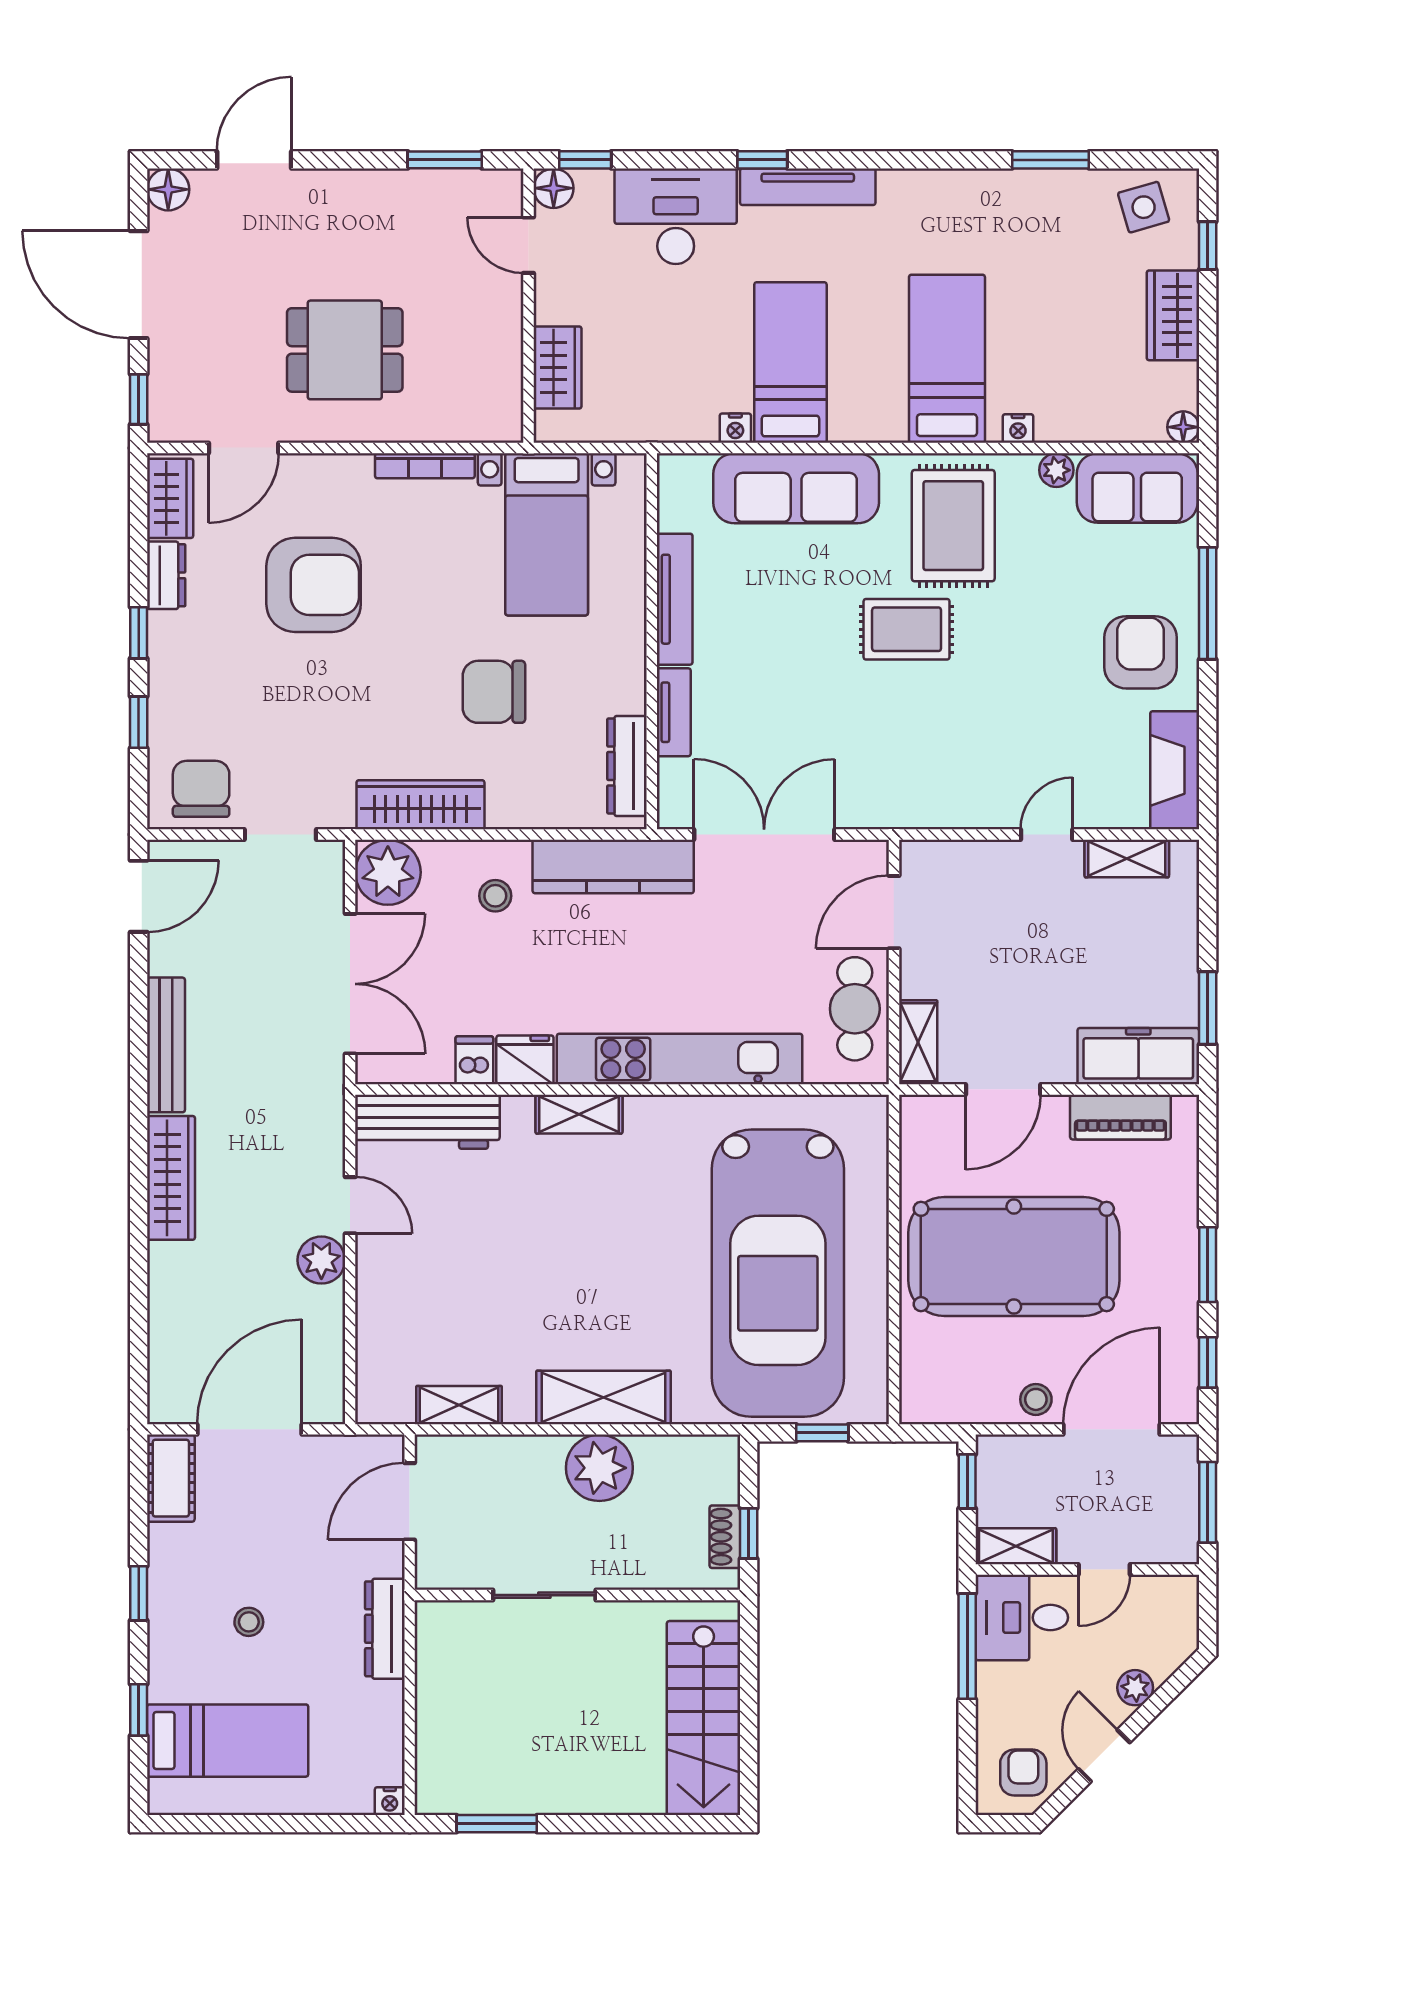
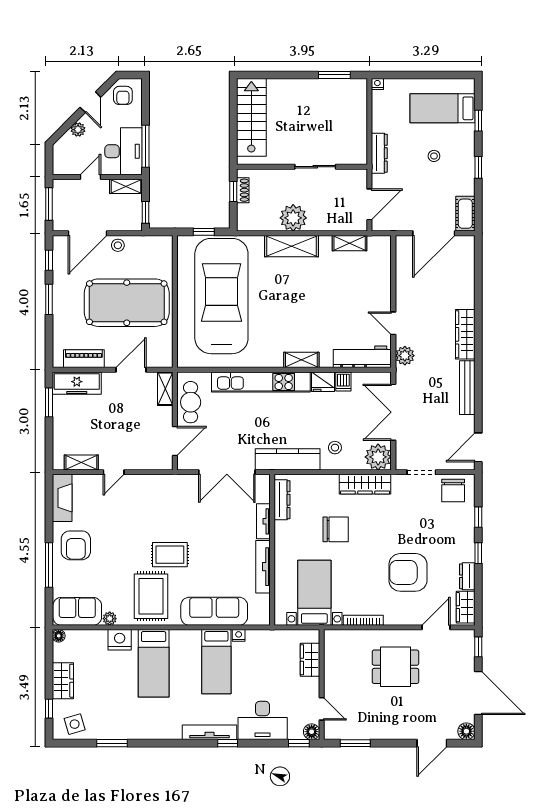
nightstand: (1018, 428) -> (120, 640), width x1.89, depth x1.79
plant: (321, 1260) -> (405, 356), moved
desk: (1022, 1618) -> (124, 151), width x1.37

